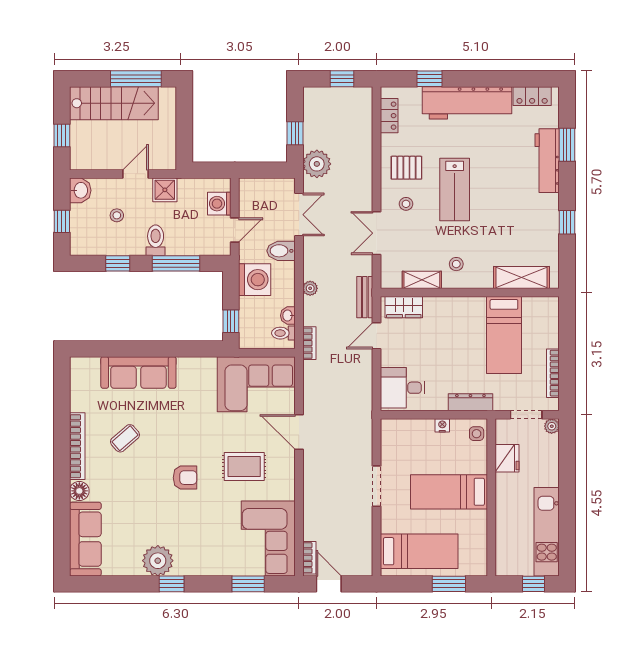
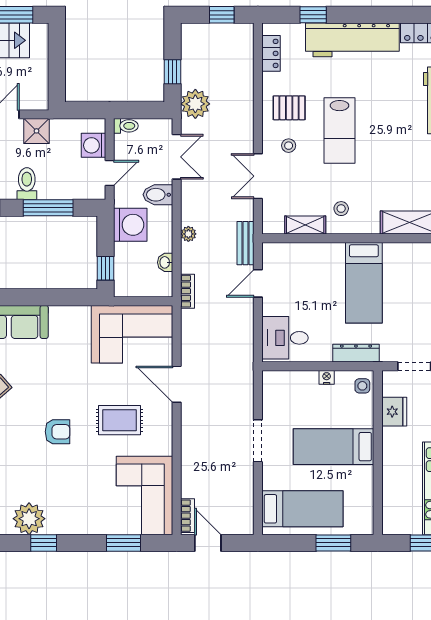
wardrobe: (404, 307) -> (286, 254), removed
toilet: (283, 333) -> (126, 126), moved, turned 180
bed: (504, 335) -> (364, 283), moved

